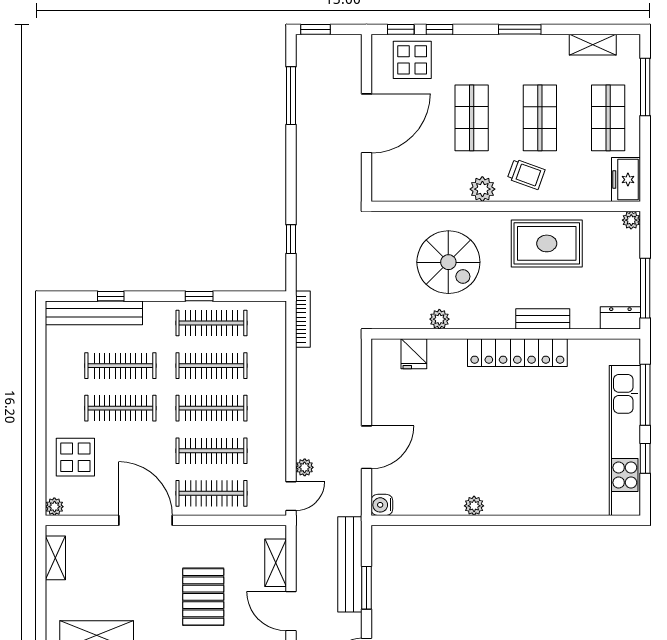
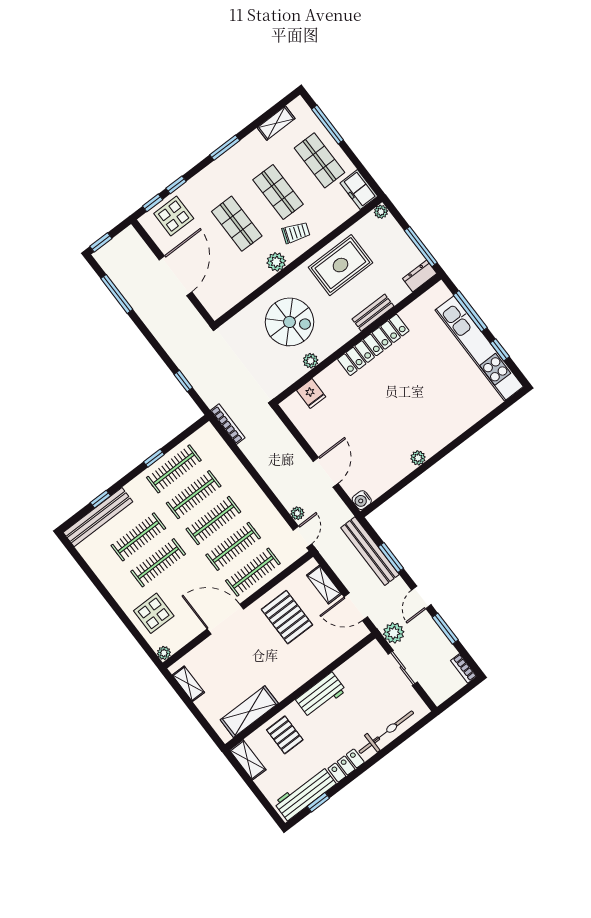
pallet: (203, 597) -> (287, 617), moved

